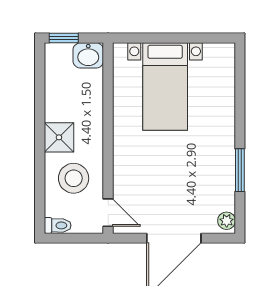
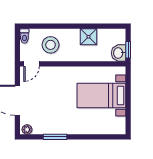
window: (64, 38) -> (128, 50), moved
shower: (59, 137) -> (88, 37), moved

